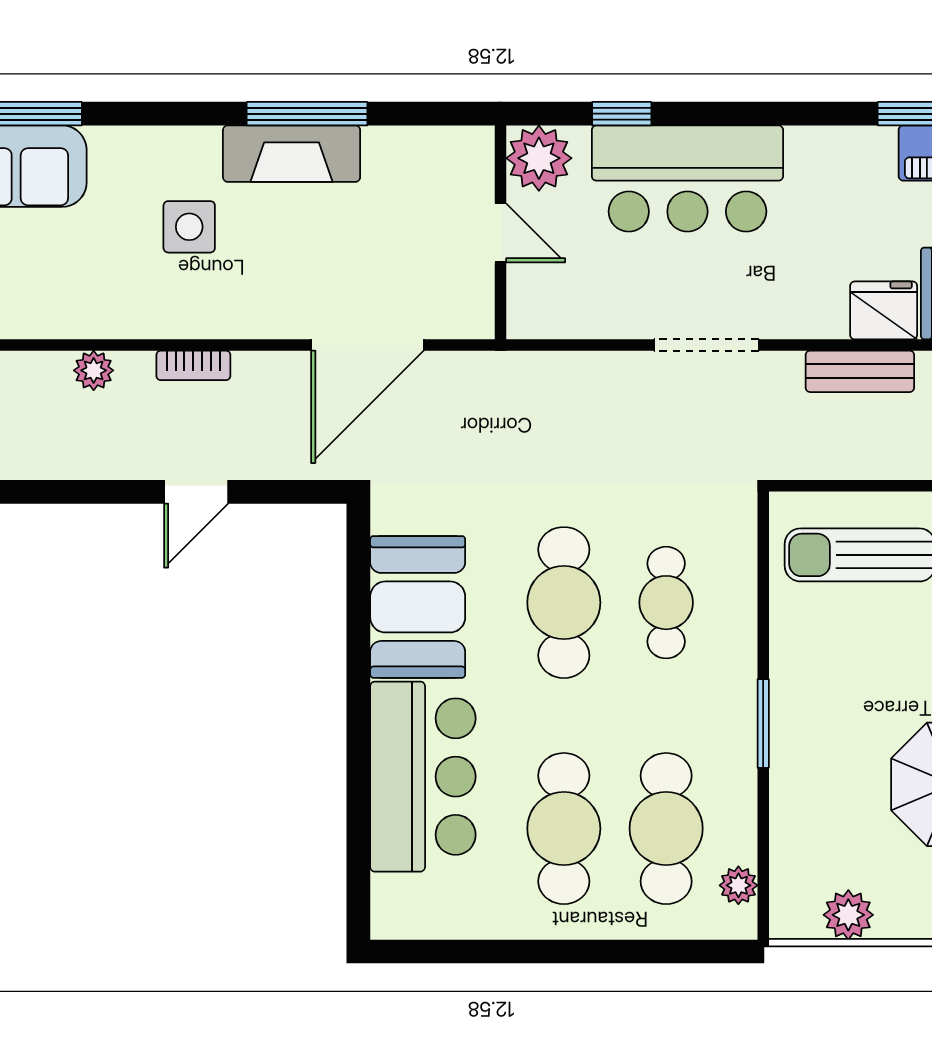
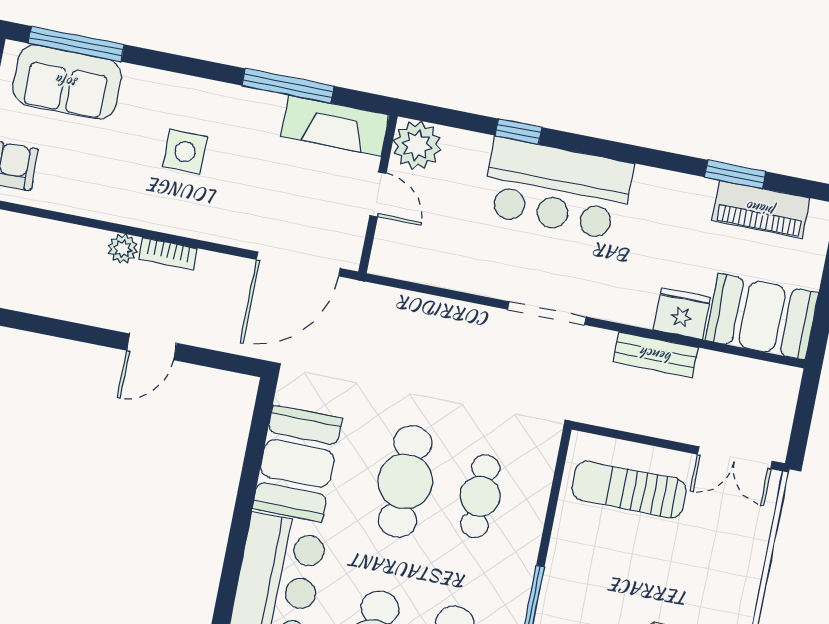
fireplace: (292, 154) -> (335, 126), moved
plant: (539, 158) -> (417, 145), moved
wall: (501, 232) -> (378, 194), moved
door: (501, 233) -> (378, 194), moved
plant: (94, 370) -> (123, 249), moved

